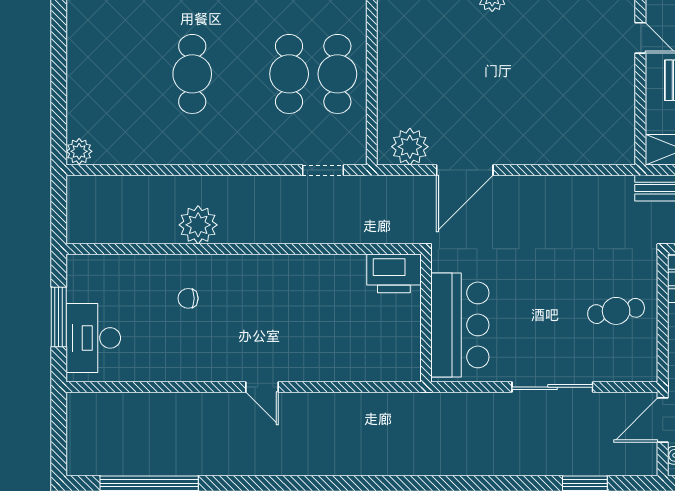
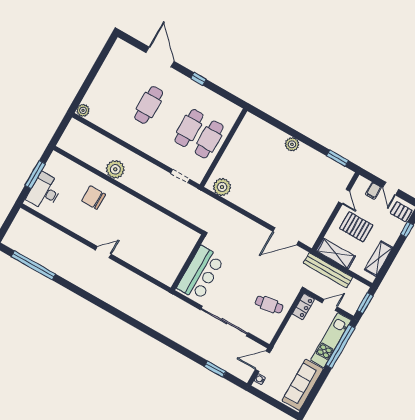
door: (465, 170) -> (286, 236), moved
printer: (394, 273) -> (185, 236), removed
chair: (188, 298) -> (94, 198), width x1.87, depth x1.87
door: (262, 387) -> (103, 252), swing flipped
sliding door: (552, 387) -> (224, 321), width x1.36

